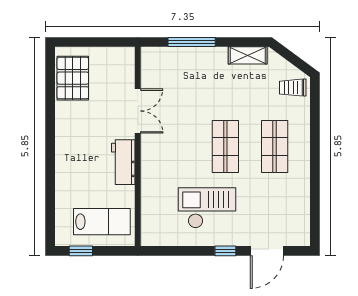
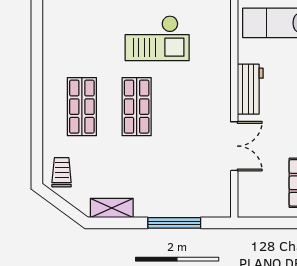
trolley: (293, 88) -> (62, 172), turned -90
double door: (138, 111) -> (234, 146), swing flipped

